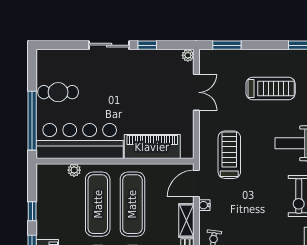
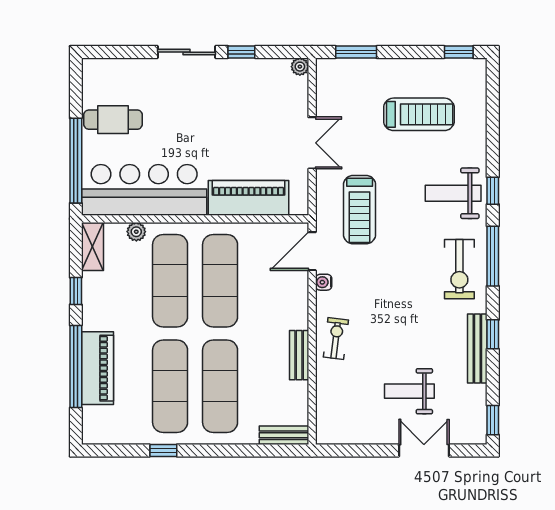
double door: (196, 92) -> (312, 143), moved
treadmill: (229, 155) -> (360, 210), turned 180
shelving: (186, 221) -> (92, 246), moved

